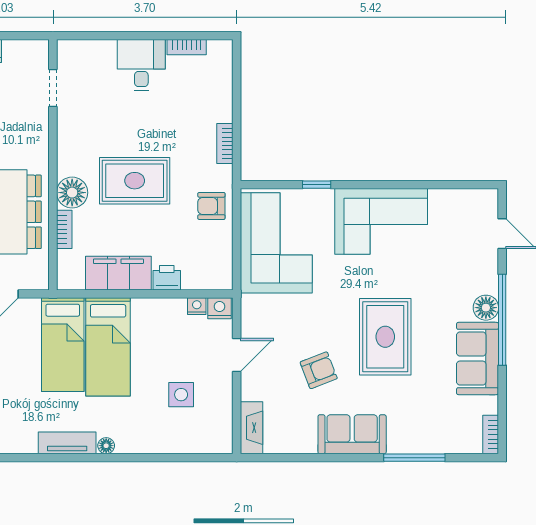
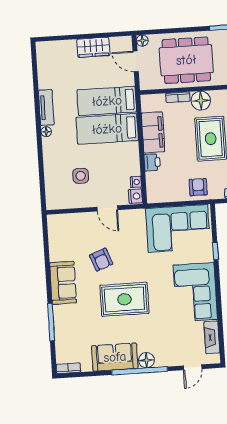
fireplace: (251, 428) -> (212, 337), moved, turned 90

